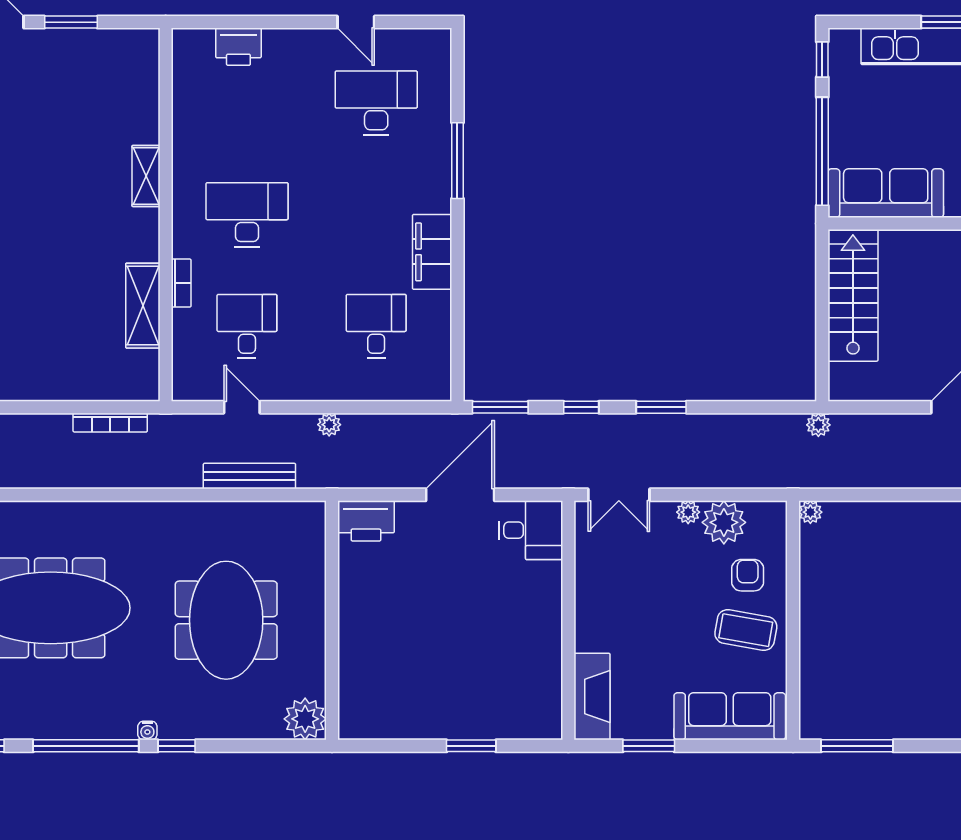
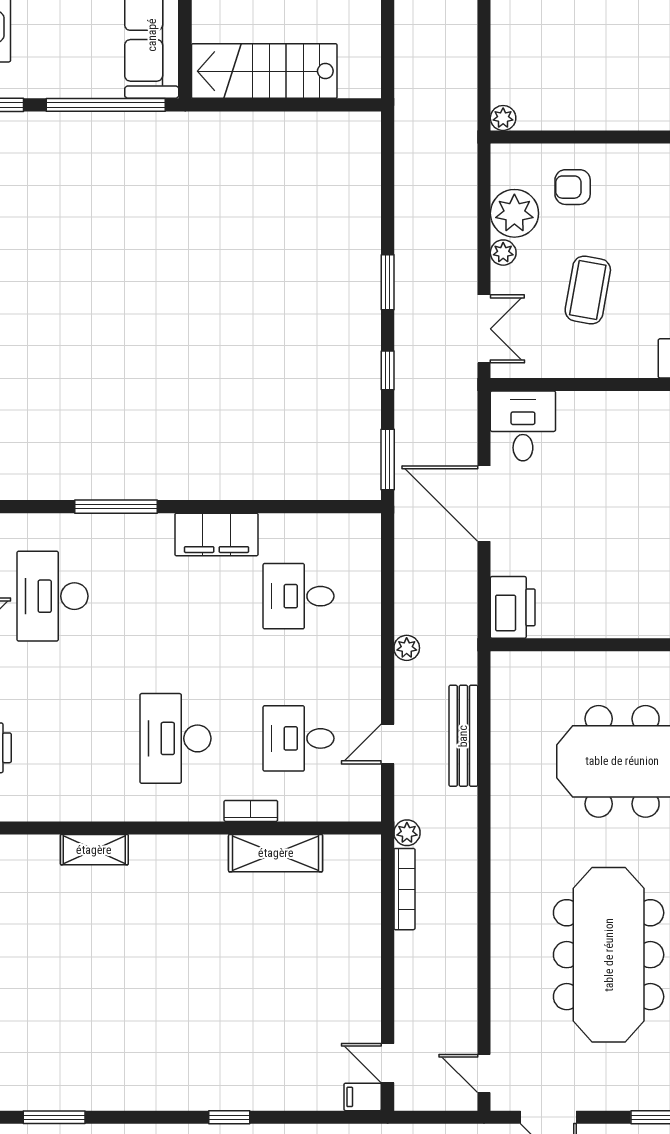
shelving: (146, 176) -> (94, 850), moved
plant: (818, 425) -> (407, 833), moved
coffee table: (746, 630) -> (588, 290), moved

